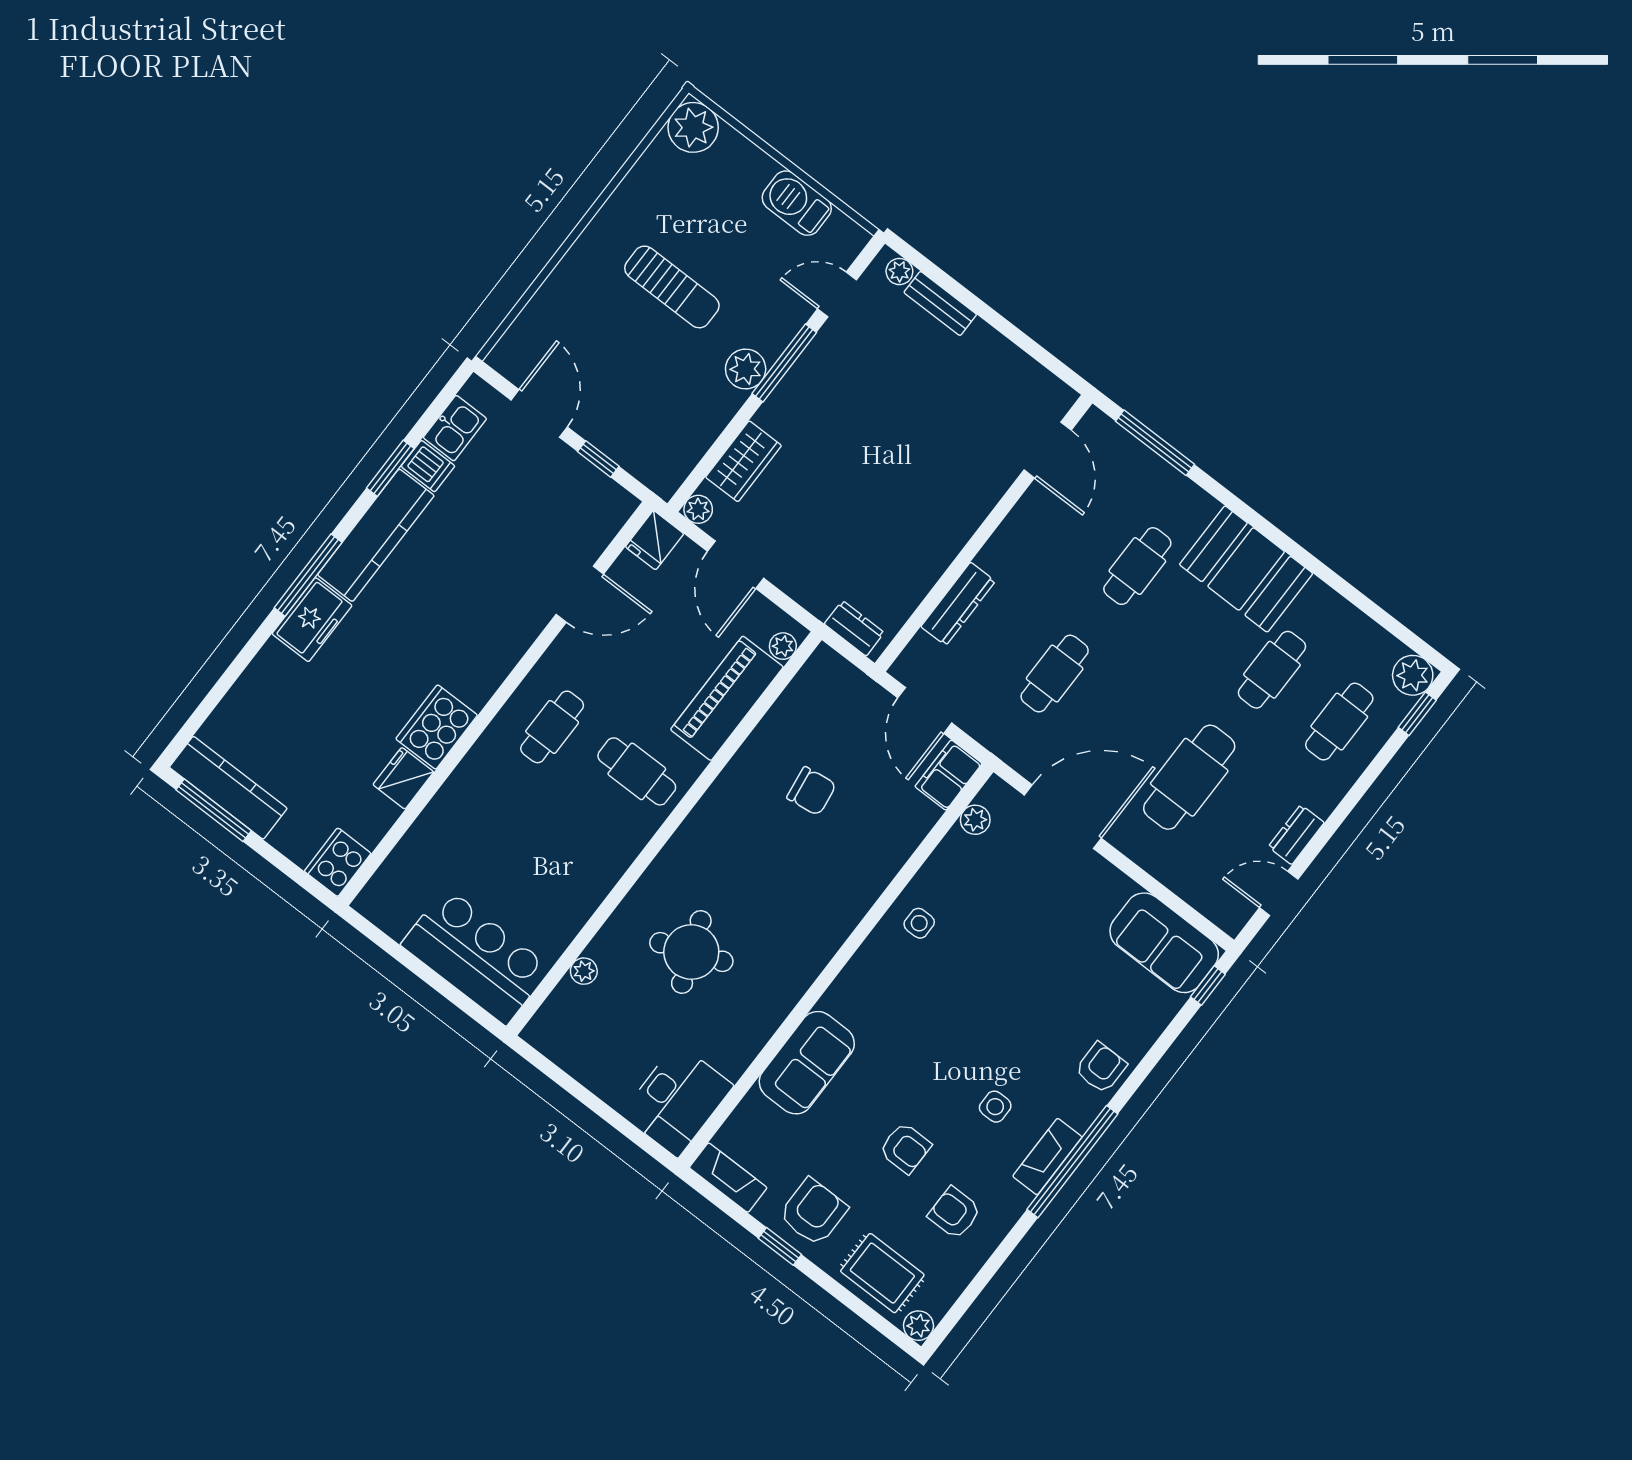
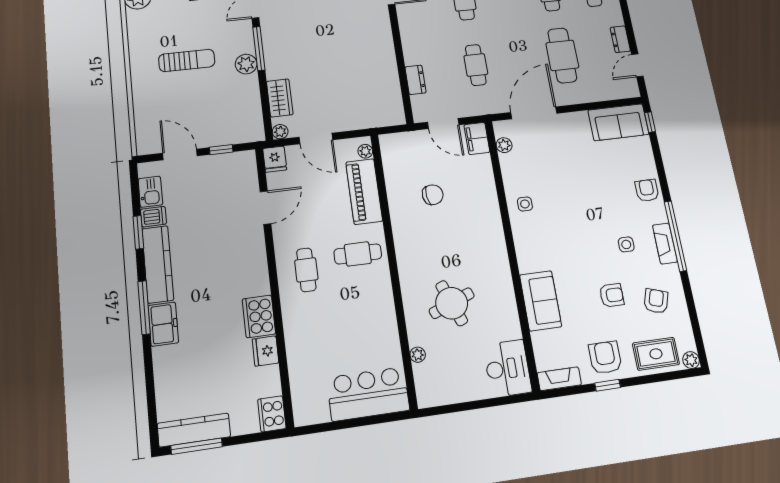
dresser: (958, 604) -> (416, 80), width x0.70
dresser: (854, 628) -> (385, 119), removed
armchair: (954, 1213) -> (656, 301), turned 108

